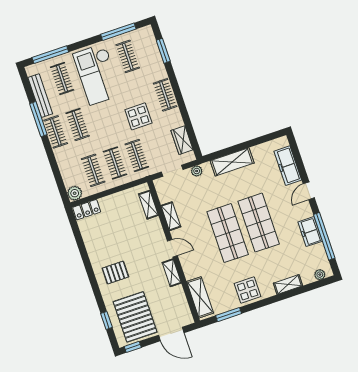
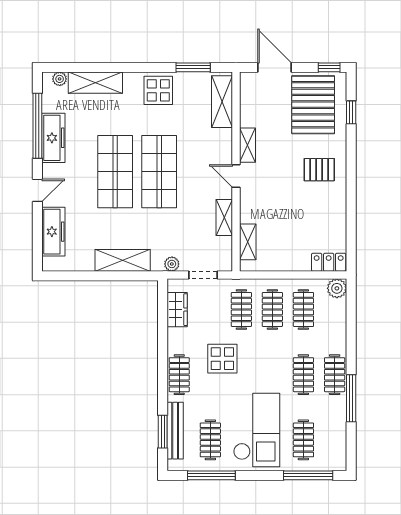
bench: (40, 96) -> (175, 431), moved
freezer: (310, 232) -> (53, 138), width x1.40
shelving: (288, 285) -> (95, 83), width x1.50, depth x1.33

